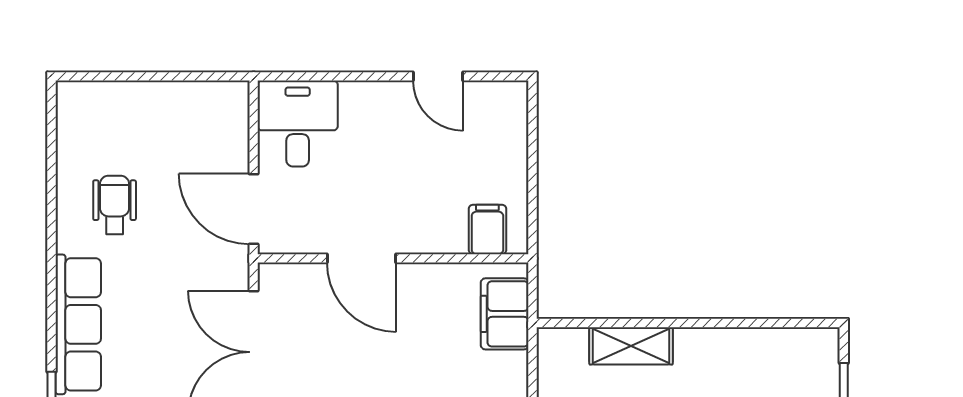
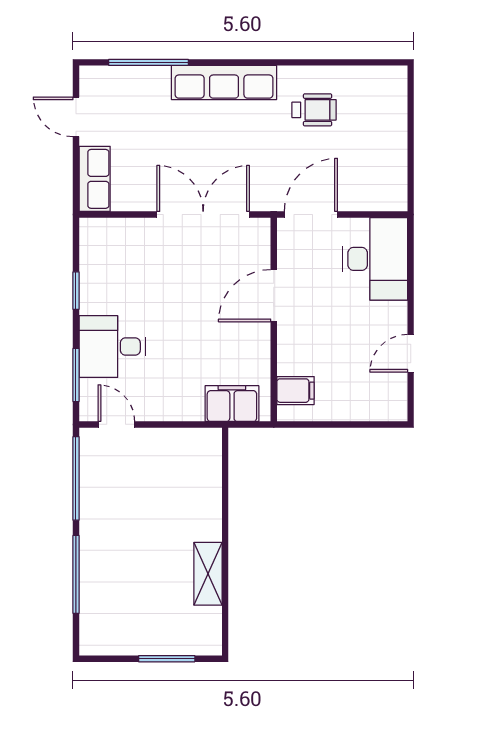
desk: (298, 124) -> (375, 259), width x1.37
shelving: (631, 346) -> (208, 574), moved

